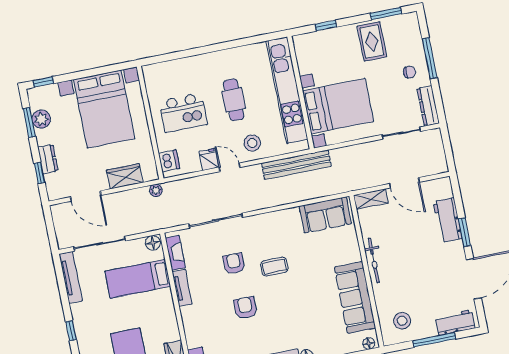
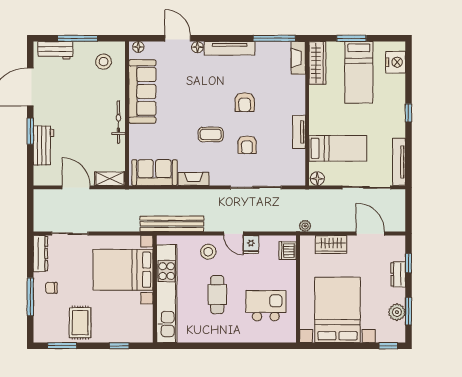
kitchen island: (183, 113) -> (266, 306), moved
fireplace: (175, 253) -> (194, 179), moved, turned 90

